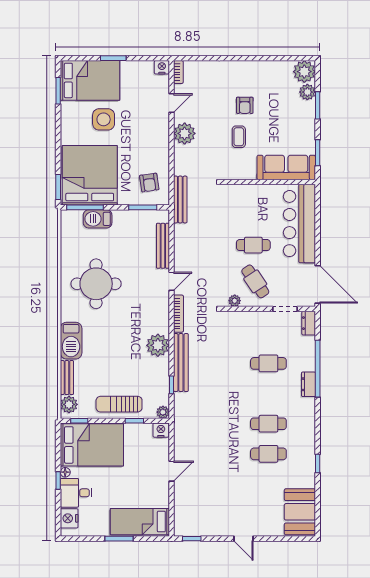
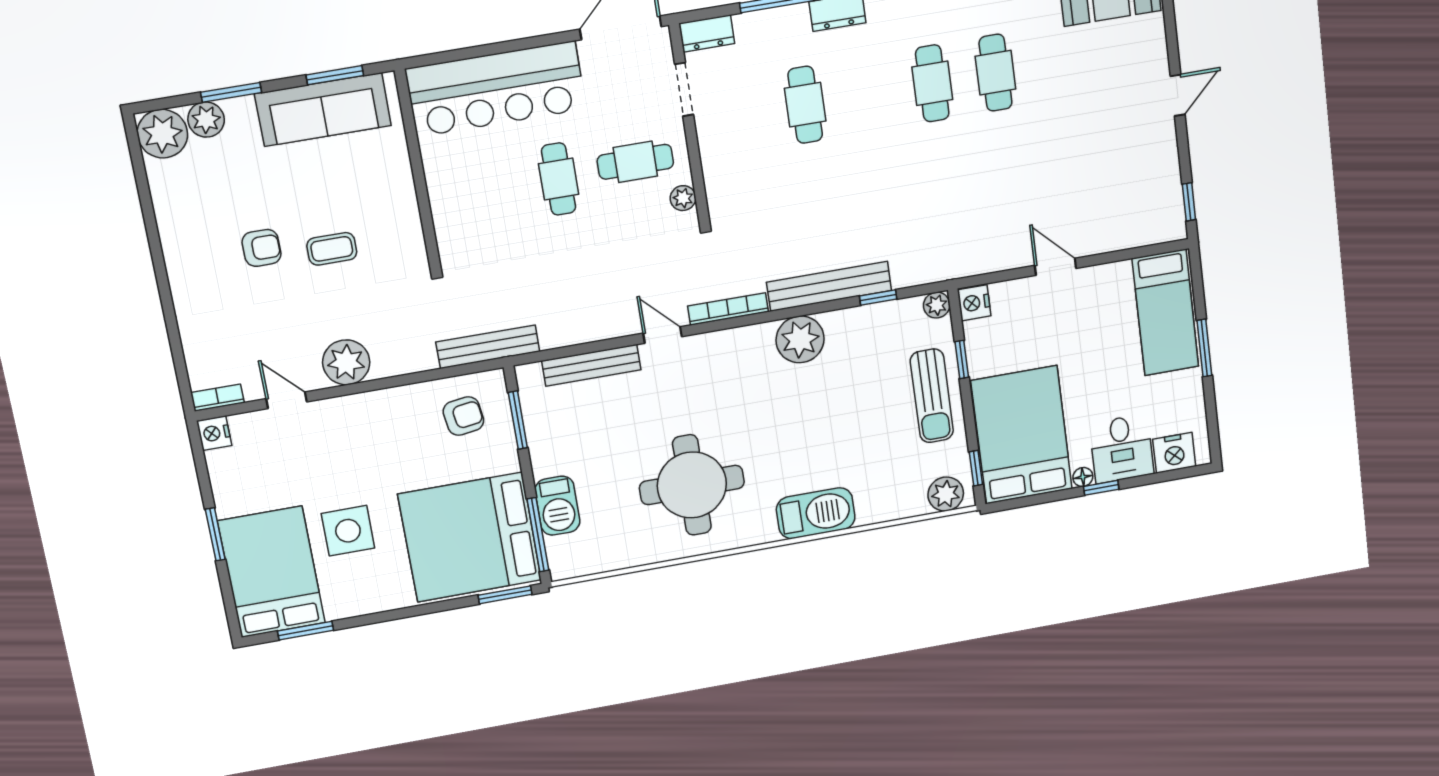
sofa: (286, 167) -> (323, 110), moved, turned -90
cafe table: (255, 281) -> (635, 162), turned 34
bench: (67, 378) -> (892, 508), removed

